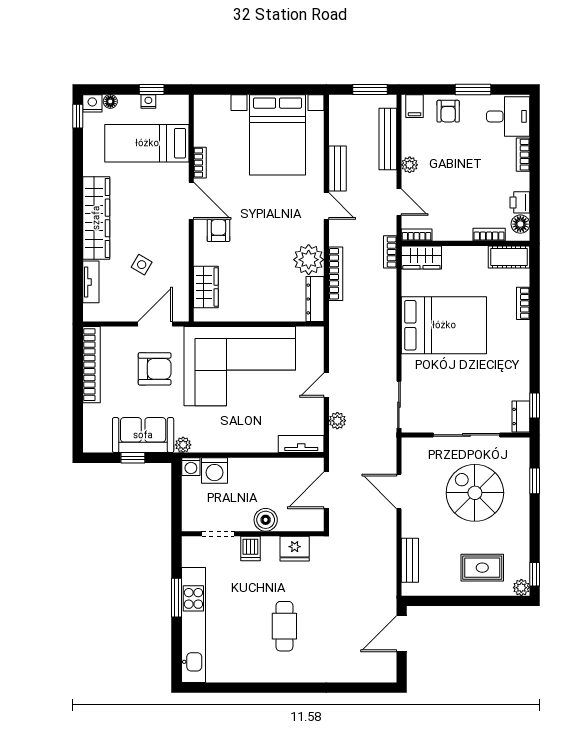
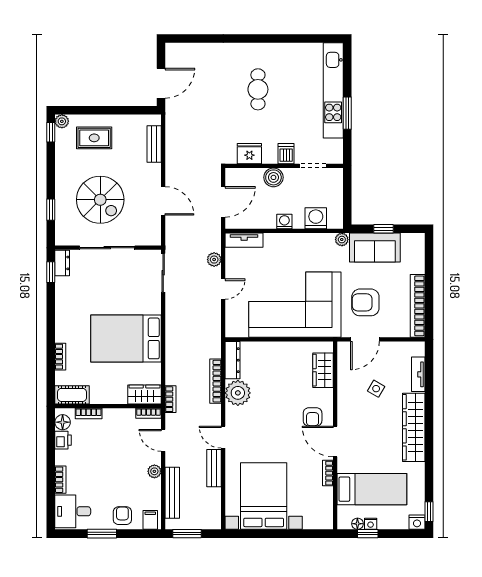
floor lamp: (110, 101) -> (357, 524), moved
washing machine: (191, 467) -> (284, 222), moved

